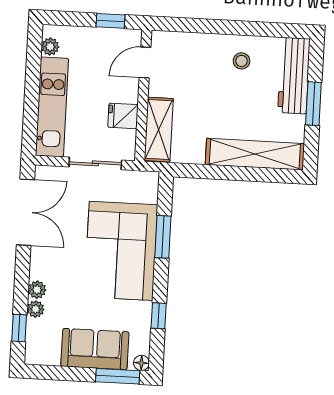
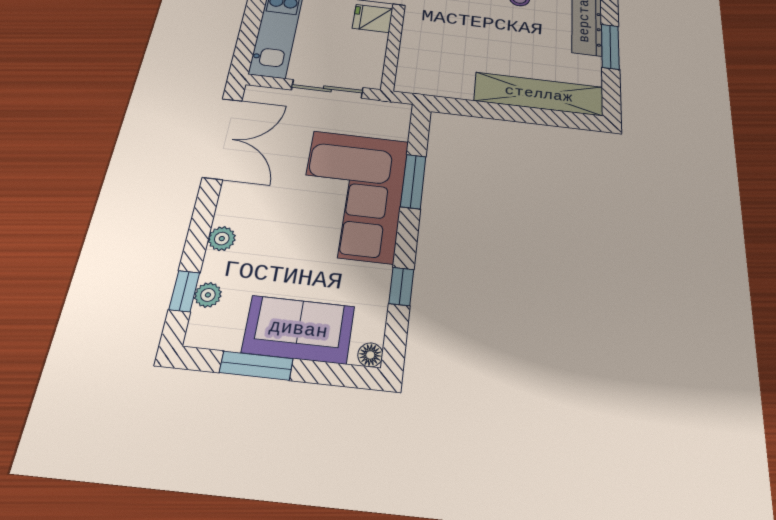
fridge: (123, 116) -> (373, 18), moved
shelving: (159, 130) -> (414, 59), removed
plant: (36, 309) -> (208, 295), moved
window: (118, 376) -> (256, 366), moved

